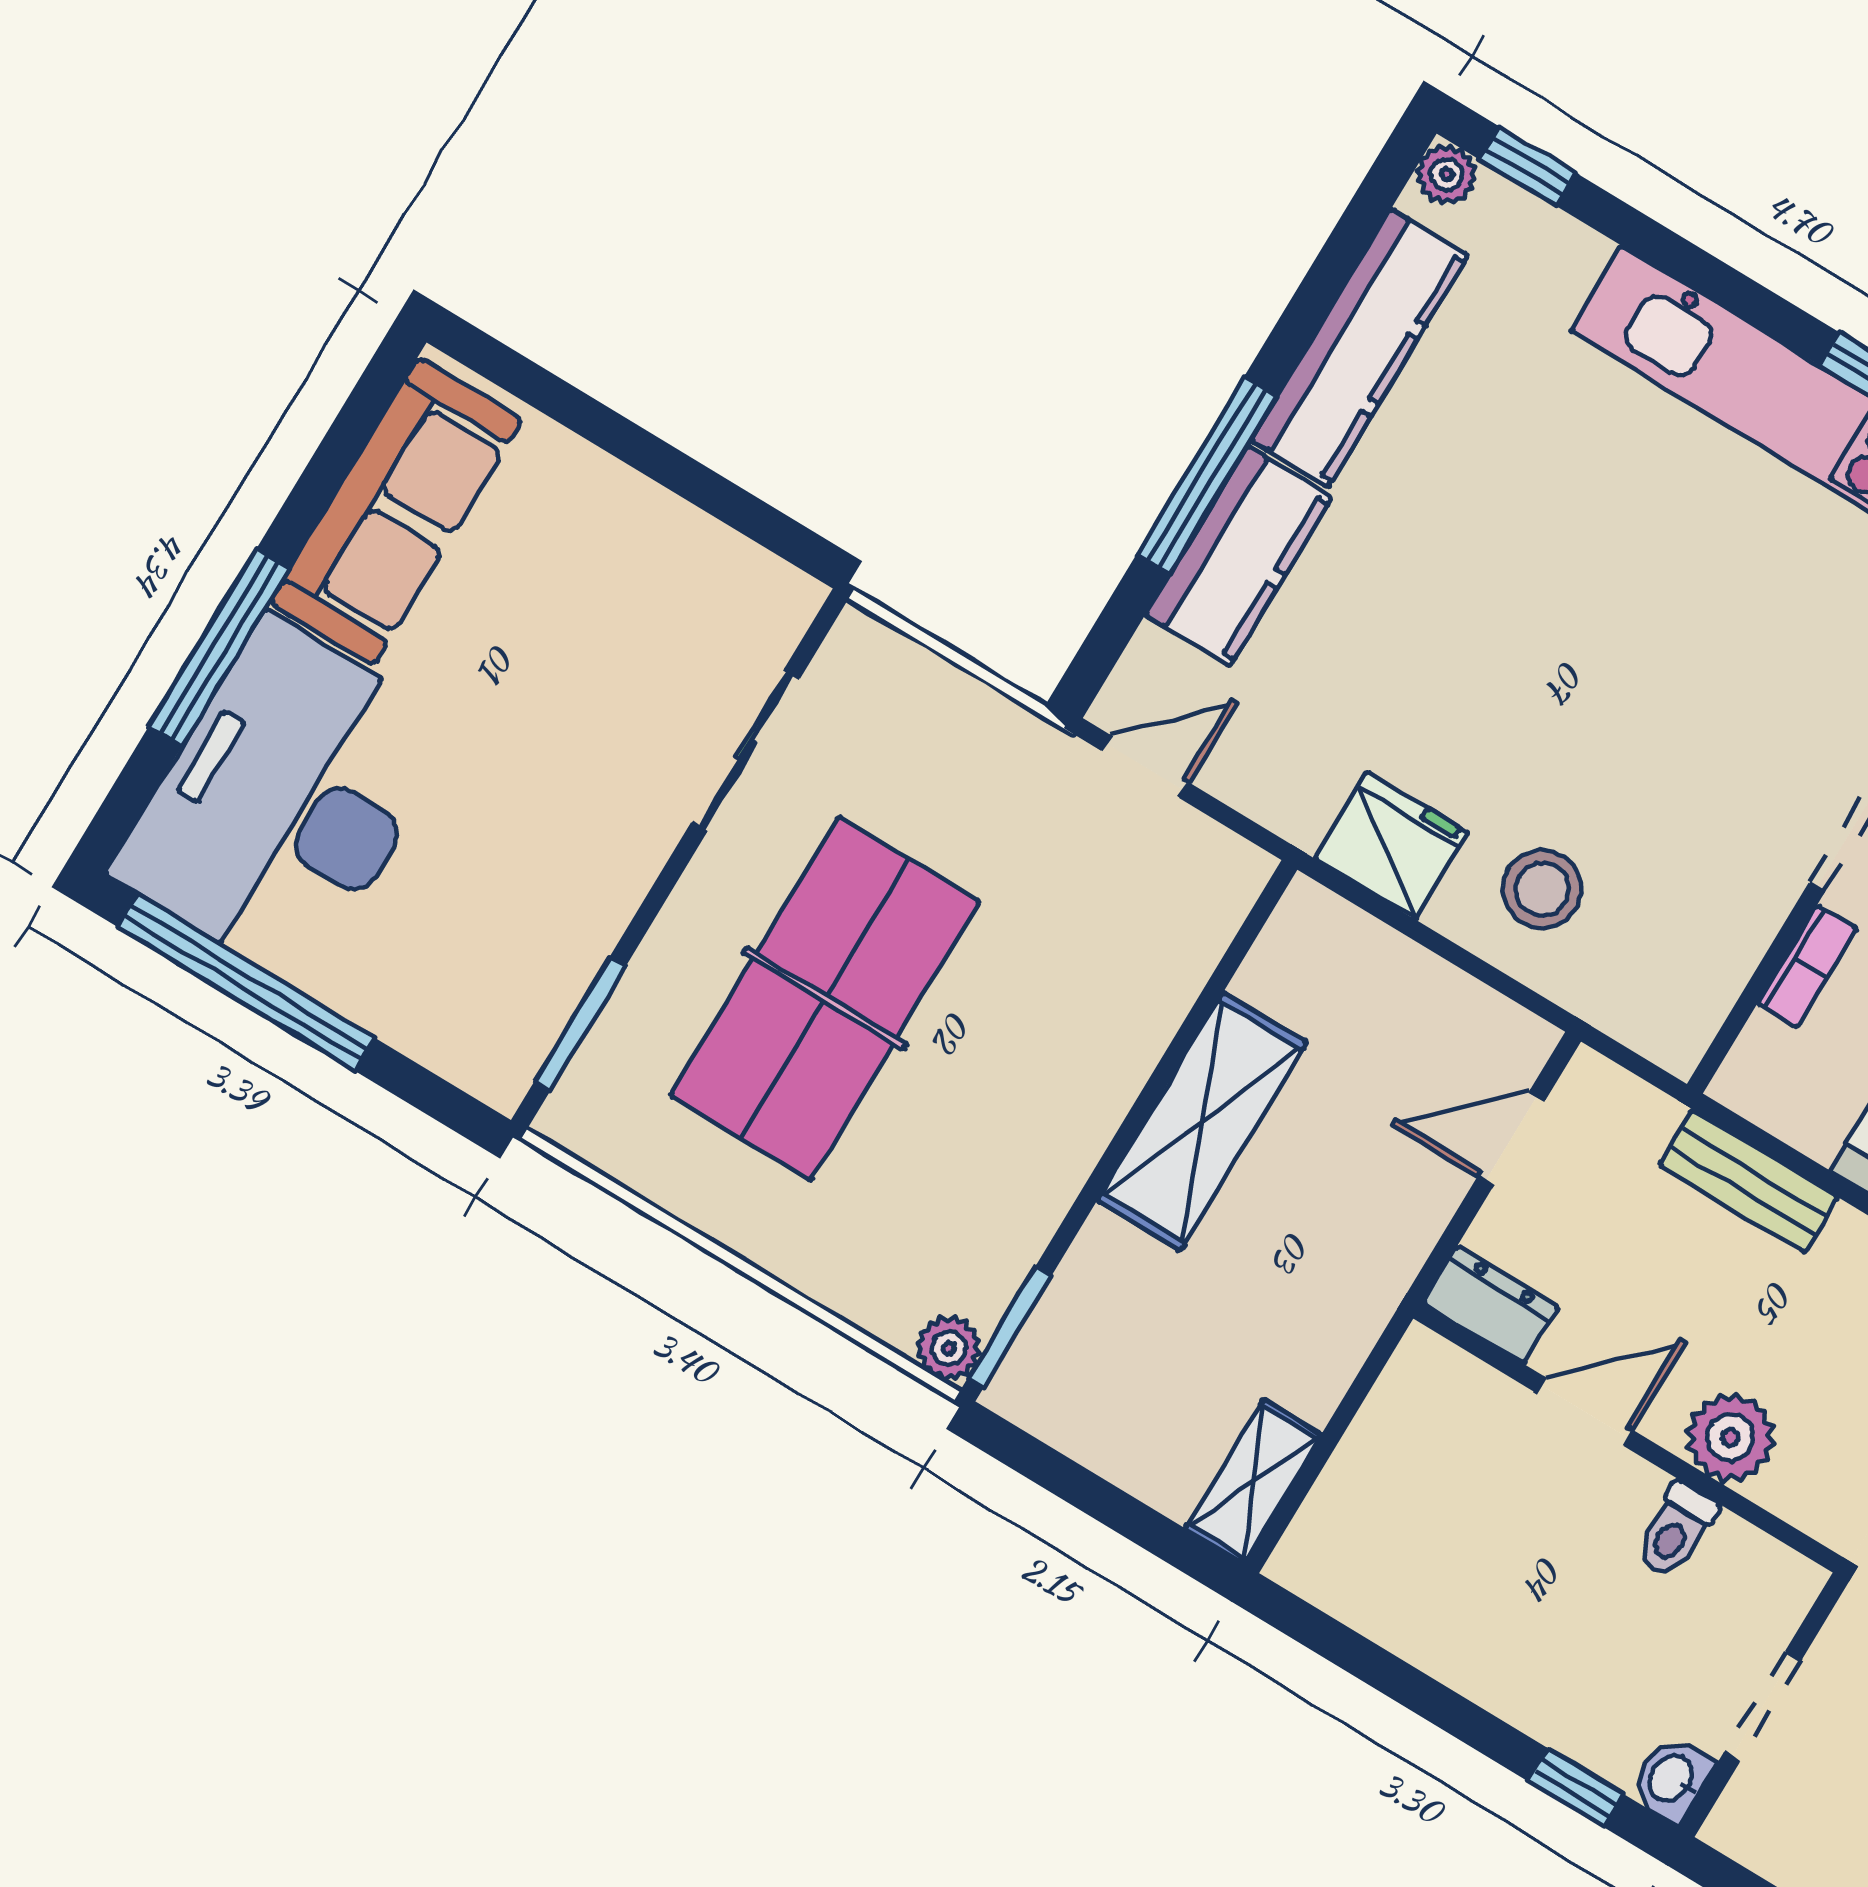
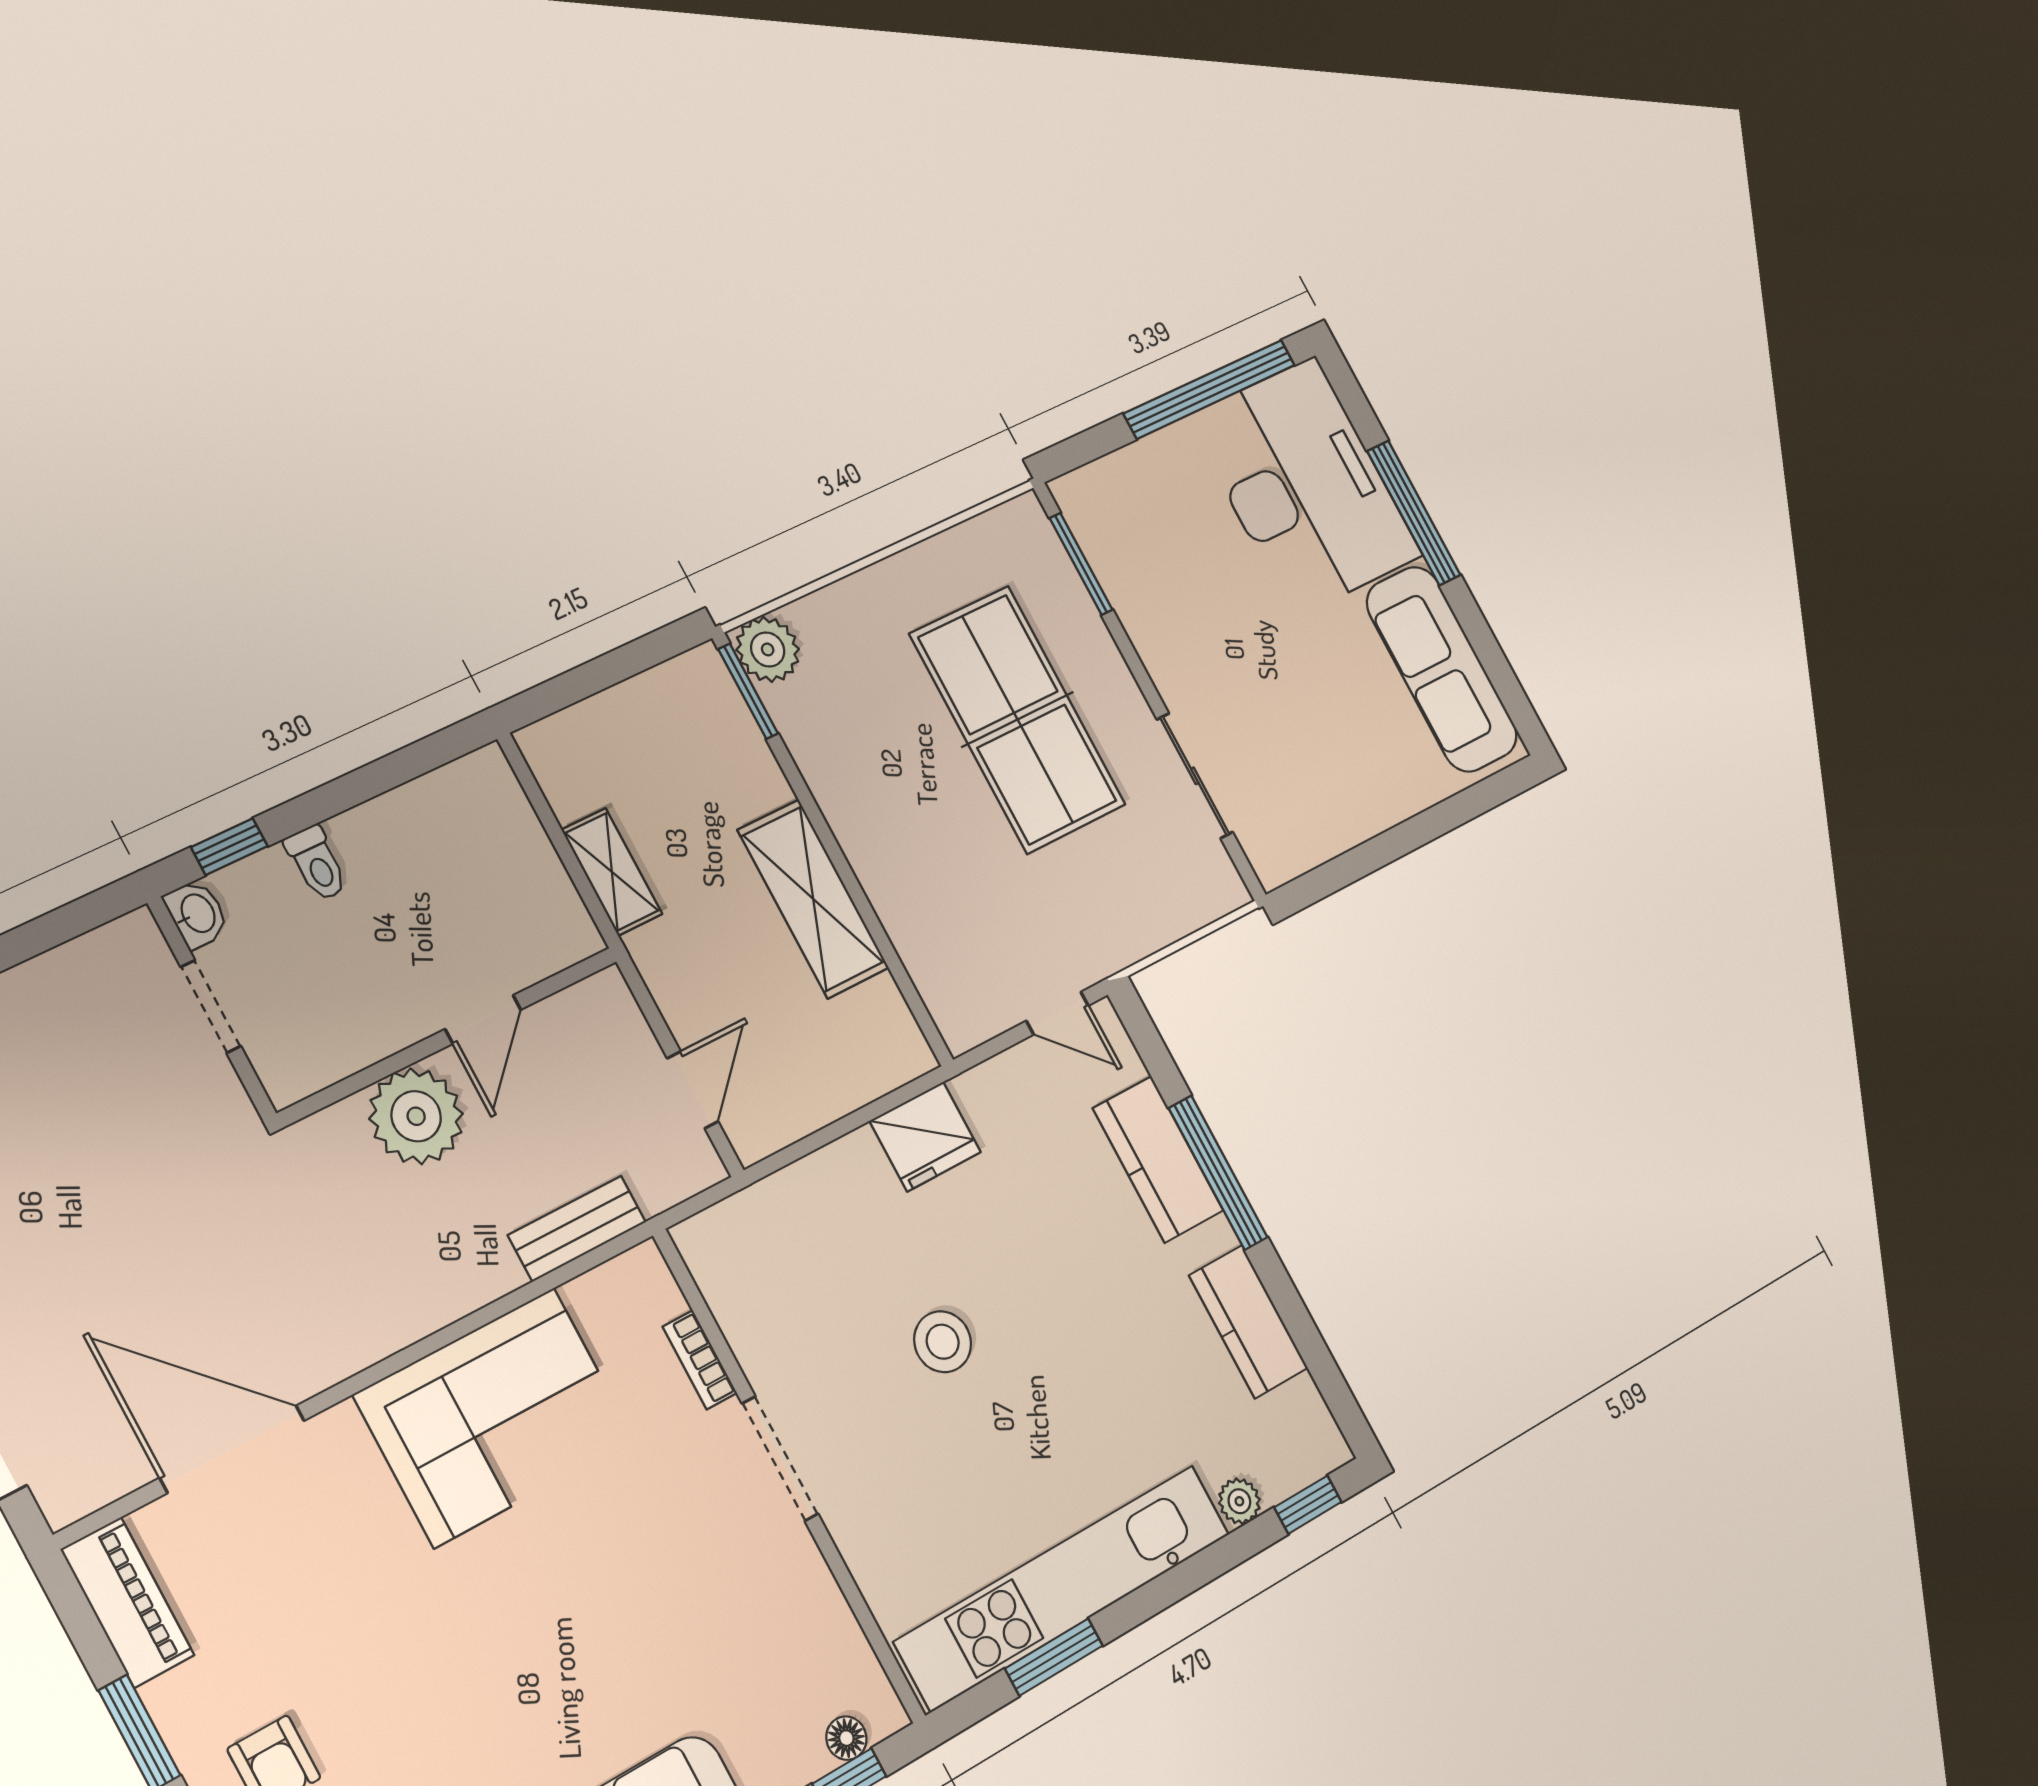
plant: (1447, 174) -> (1239, 1501), moved
kitchen counter: (1359, 348) -> (1248, 1322), width x0.67
door: (1145, 767) -> (1057, 1013), hinge flipped
stool: (1542, 889) -> (943, 1342), moved
dresser: (1491, 1305) -> (590, 1004), removed
plant: (949, 1348) -> (768, 649), width x1.38, depth x1.38
plant: (1730, 1437) -> (416, 1116), width x1.36, depth x1.36
shelving: (1253, 1481) -> (612, 872), moved
toilet: (1676, 1530) -> (317, 863), moved, turned 180

